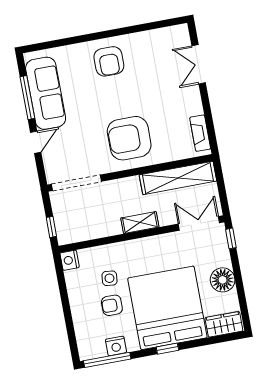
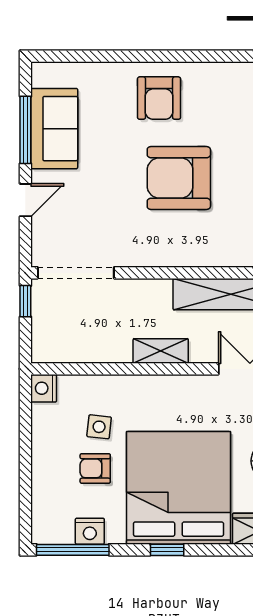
sofa: (46, 93) -> (54, 129), width x0.73
armchair: (129, 138) -> (179, 178), moved
window: (51, 227) -> (25, 301), moved

